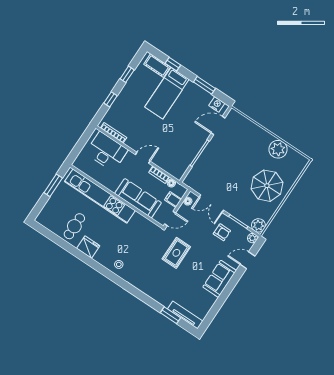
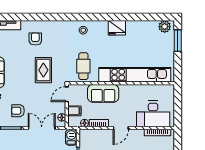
barbecue: (191, 178) -> (71, 137), added
window: (53, 185) -> (178, 41), moved
sofa: (138, 198) -> (103, 93), width x0.73
plant: (46, 221) -> (165, 27), added
cafe table: (74, 226) -> (83, 66), moved
armchair: (165, 285) -> (35, 39), added
window: (170, 315) -> (15, 17), removed

